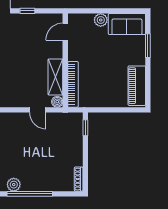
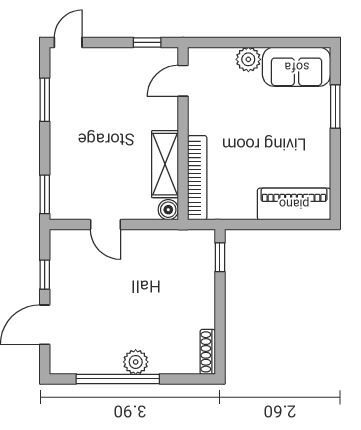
window: (27, 11) -> (147, 42), moved
piano: (137, 86) -> (294, 204), moved, turned 90
door: (38, 110) -> (106, 225), moved
plant: (14, 185) -> (136, 362), moved

